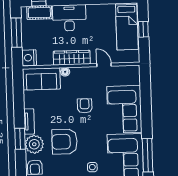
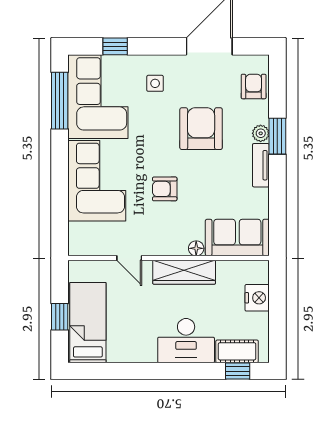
window: (16, 33) -> (277, 318), removed
nightstand: (29, 58) -> (257, 298), moved
armchair: (85, 106) -> (165, 189), turned 90
armchair: (65, 142) -> (201, 129), turned -90
plant: (34, 144) -> (261, 133), width x0.53, depth x0.53

